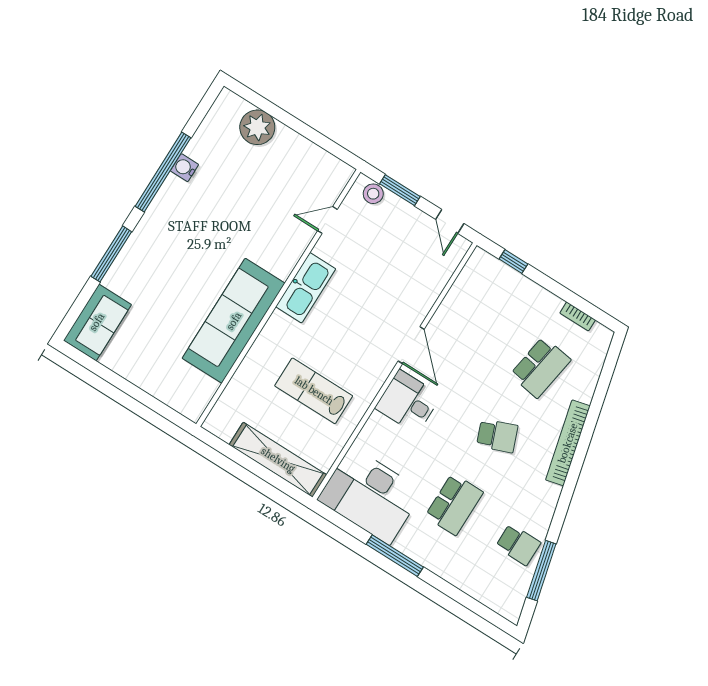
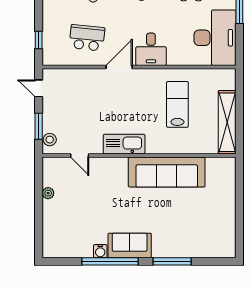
plant: (257, 127) -> (48, 193), moved, width x0.53, depth x0.53
door: (450, 221) -> (39, 88), swing flipped
sofa: (97, 322) -> (130, 245), moved
school desk: (476, 327) -> (87, 38), added
lab bench: (314, 391) -> (177, 104), turned 180
shelving: (278, 460) -> (227, 122), moved

